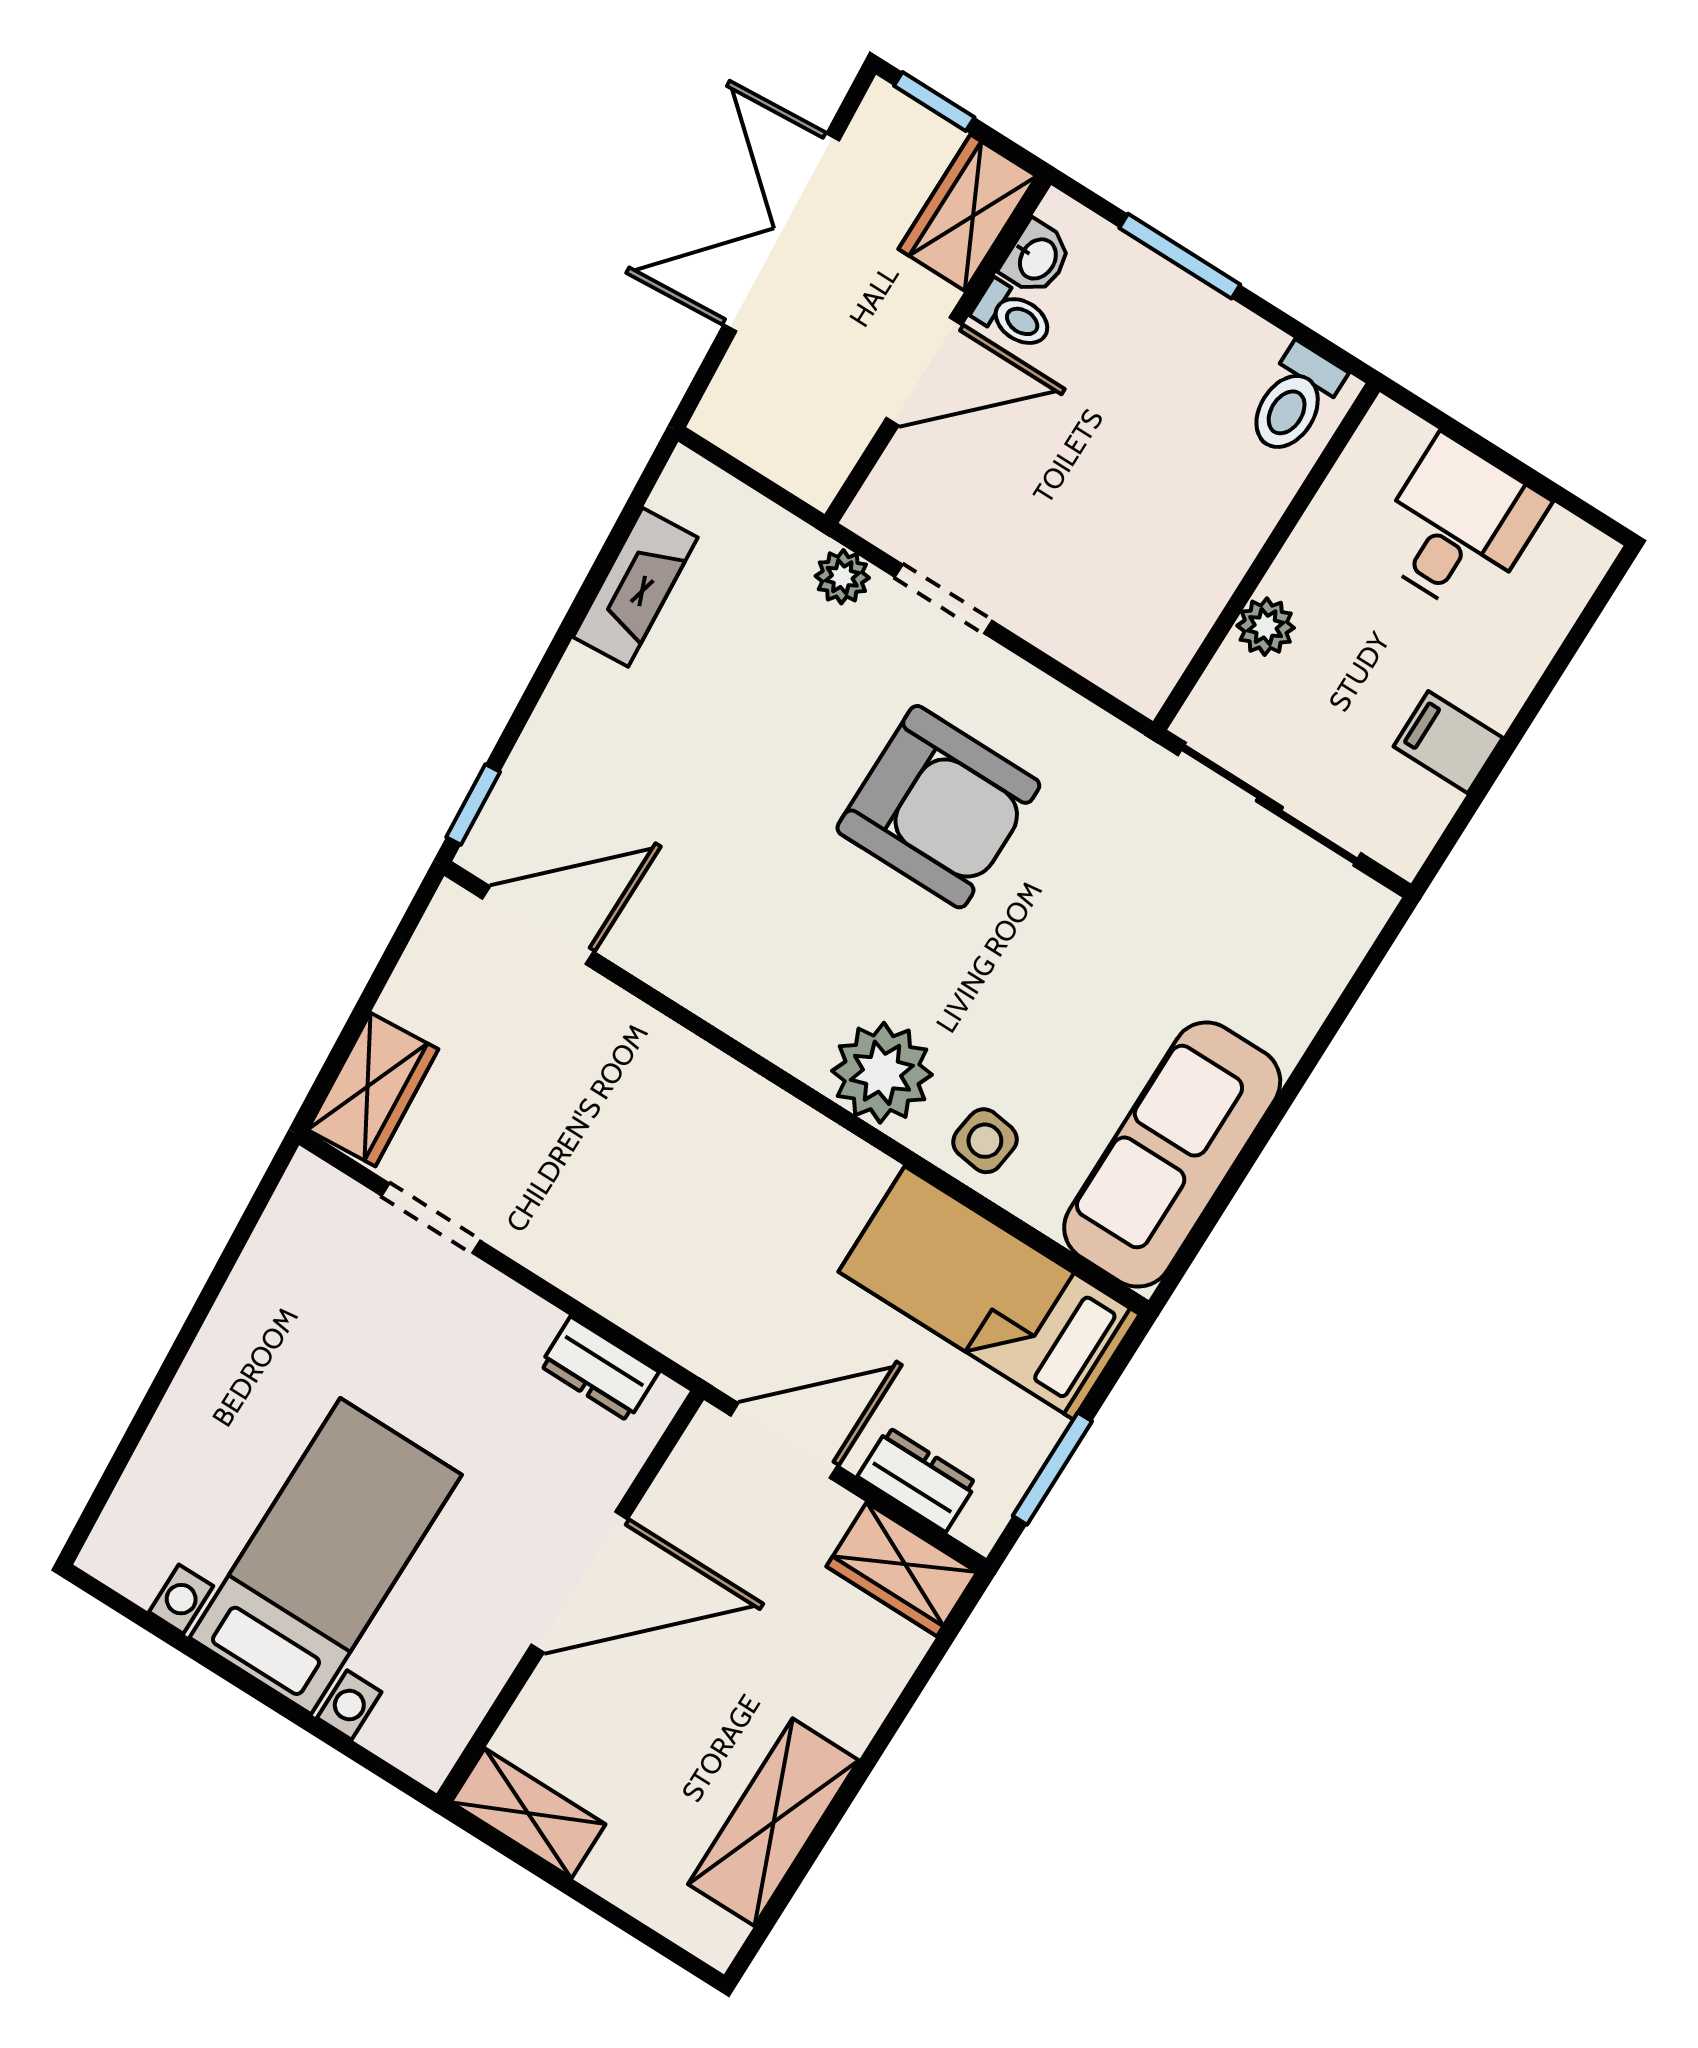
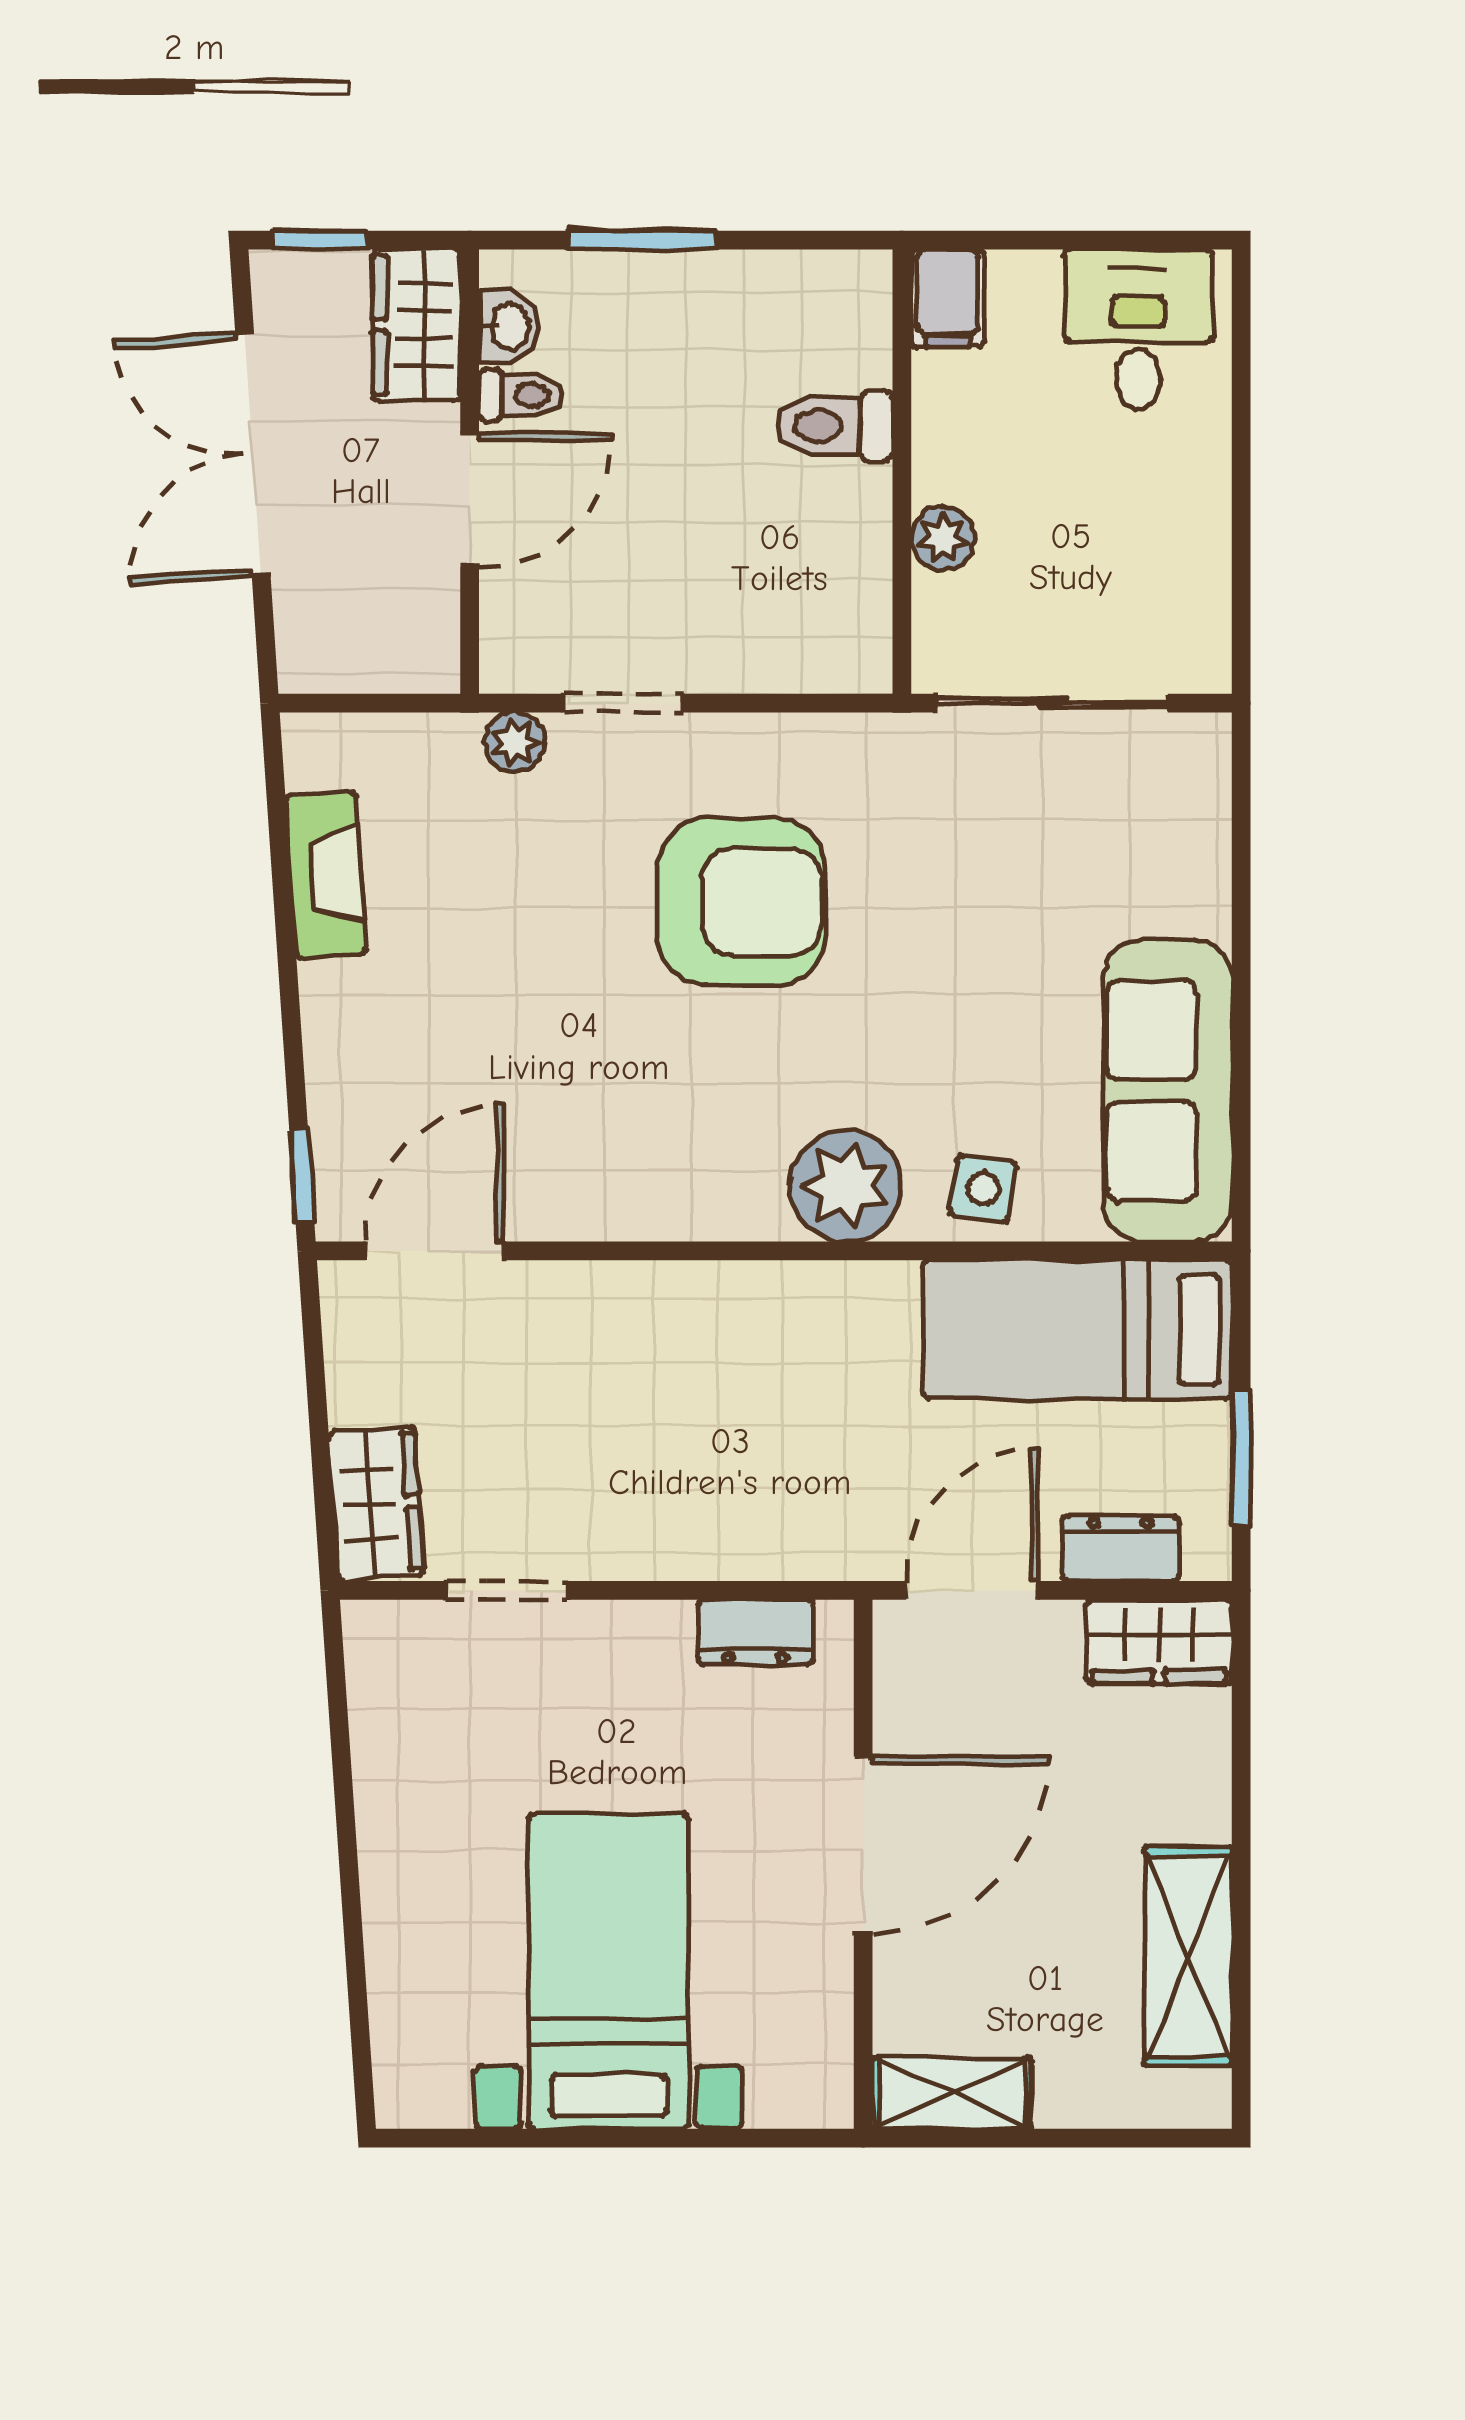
toilet: (1294, 400) -> (834, 426), moved, turned 90
desk: (1458, 526) -> (1138, 329), moved
filing cabinet: (1448, 742) -> (948, 298), moved, turned -90

